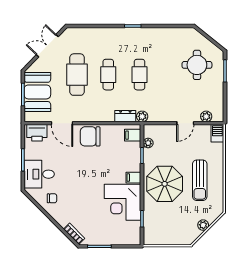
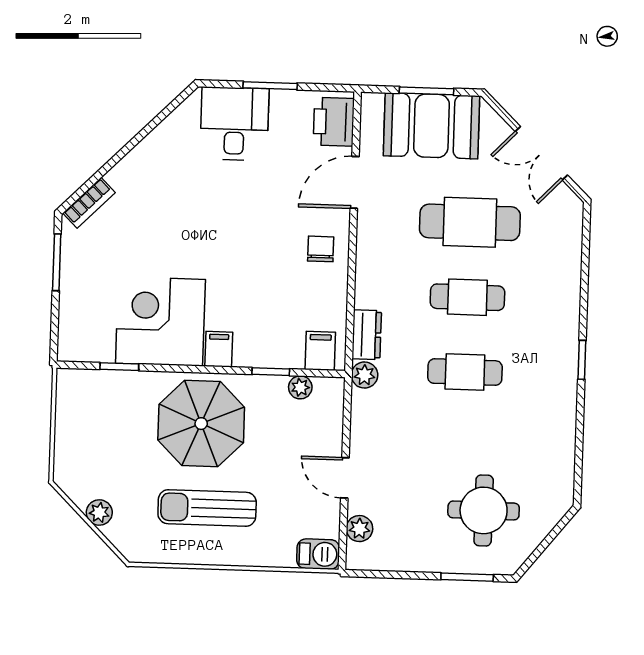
double door: (47, 46) -> (541, 153), swing flipped
chair: (90, 136) -> (321, 249), width x0.54, depth x0.54
chair: (52, 198) -> (175, 153), removed

